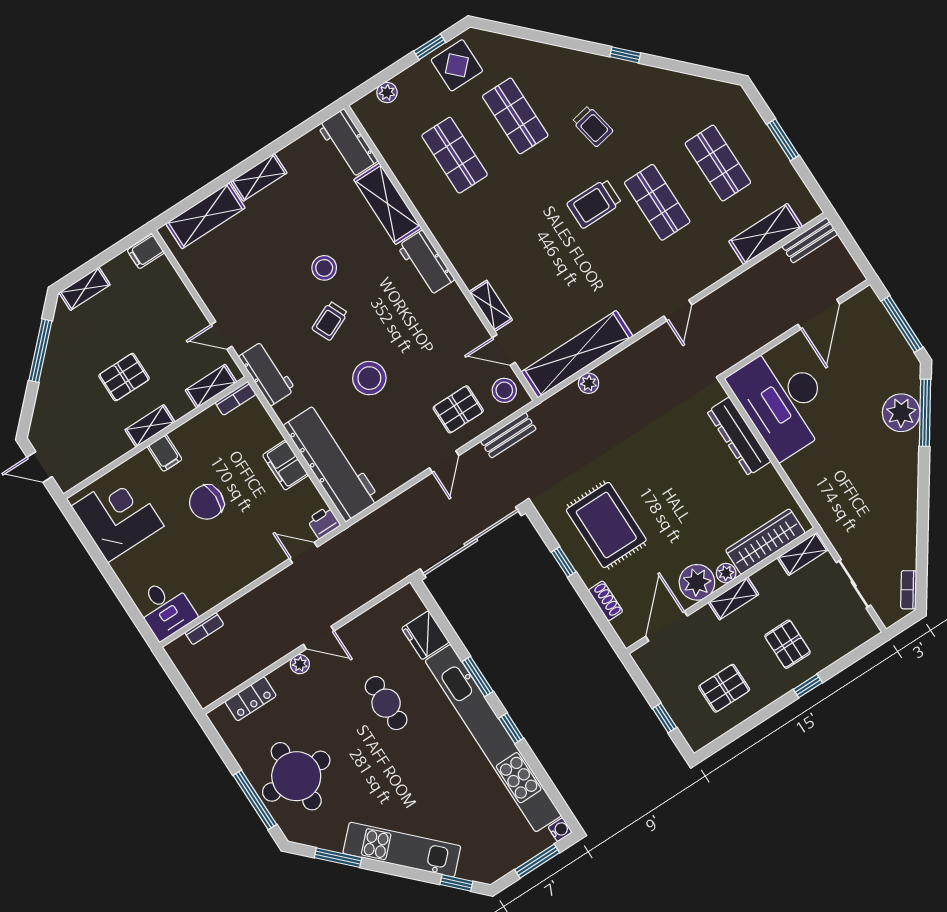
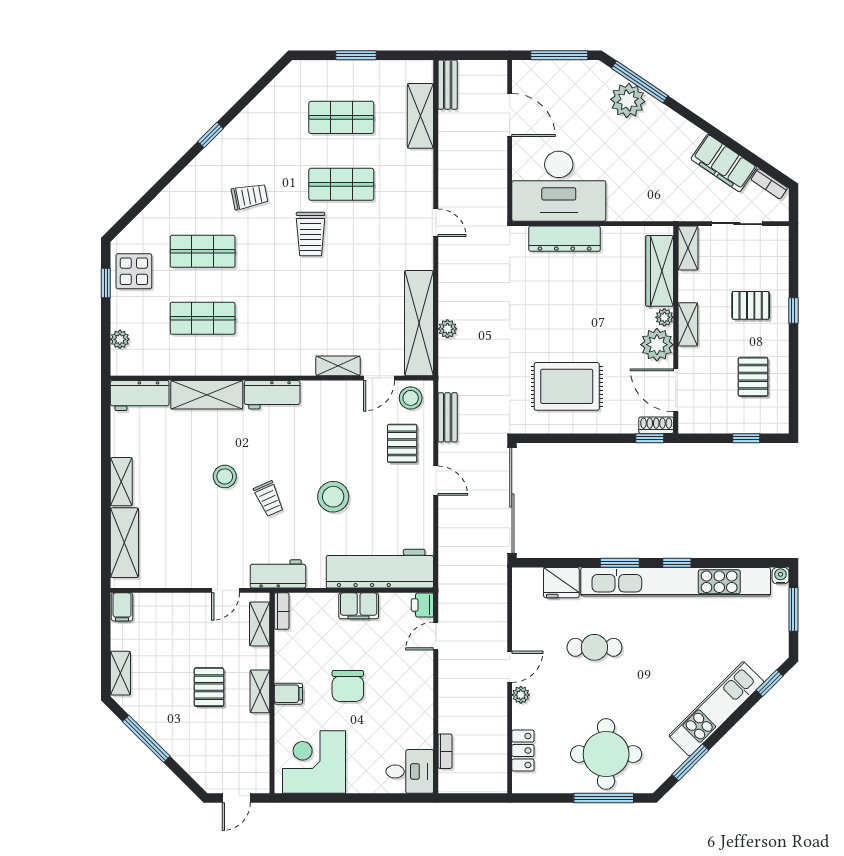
filing cabinet: (901, 536) -> (724, 163), added
window: (564, 562) -> (650, 438), moved
shoe rack: (605, 601) -> (656, 425), moved

